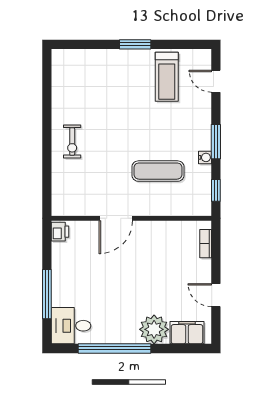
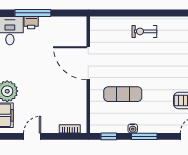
exercise mat: (158, 171) -> (123, 94), turned 90
door: (116, 218) -> (88, 63), width x1.36
printer: (60, 232) -> (31, 23), moved

